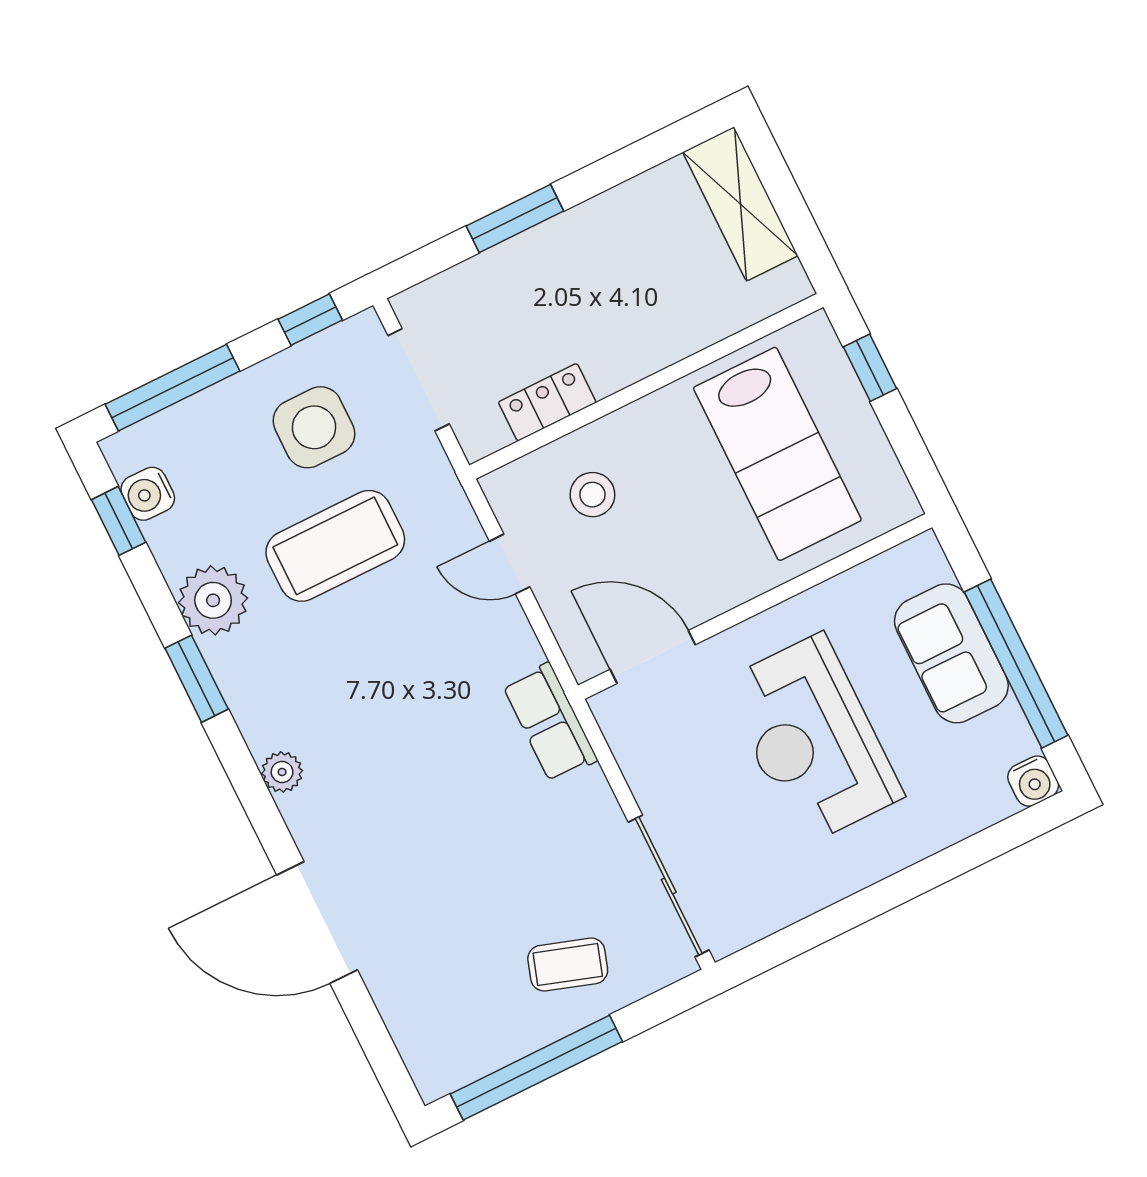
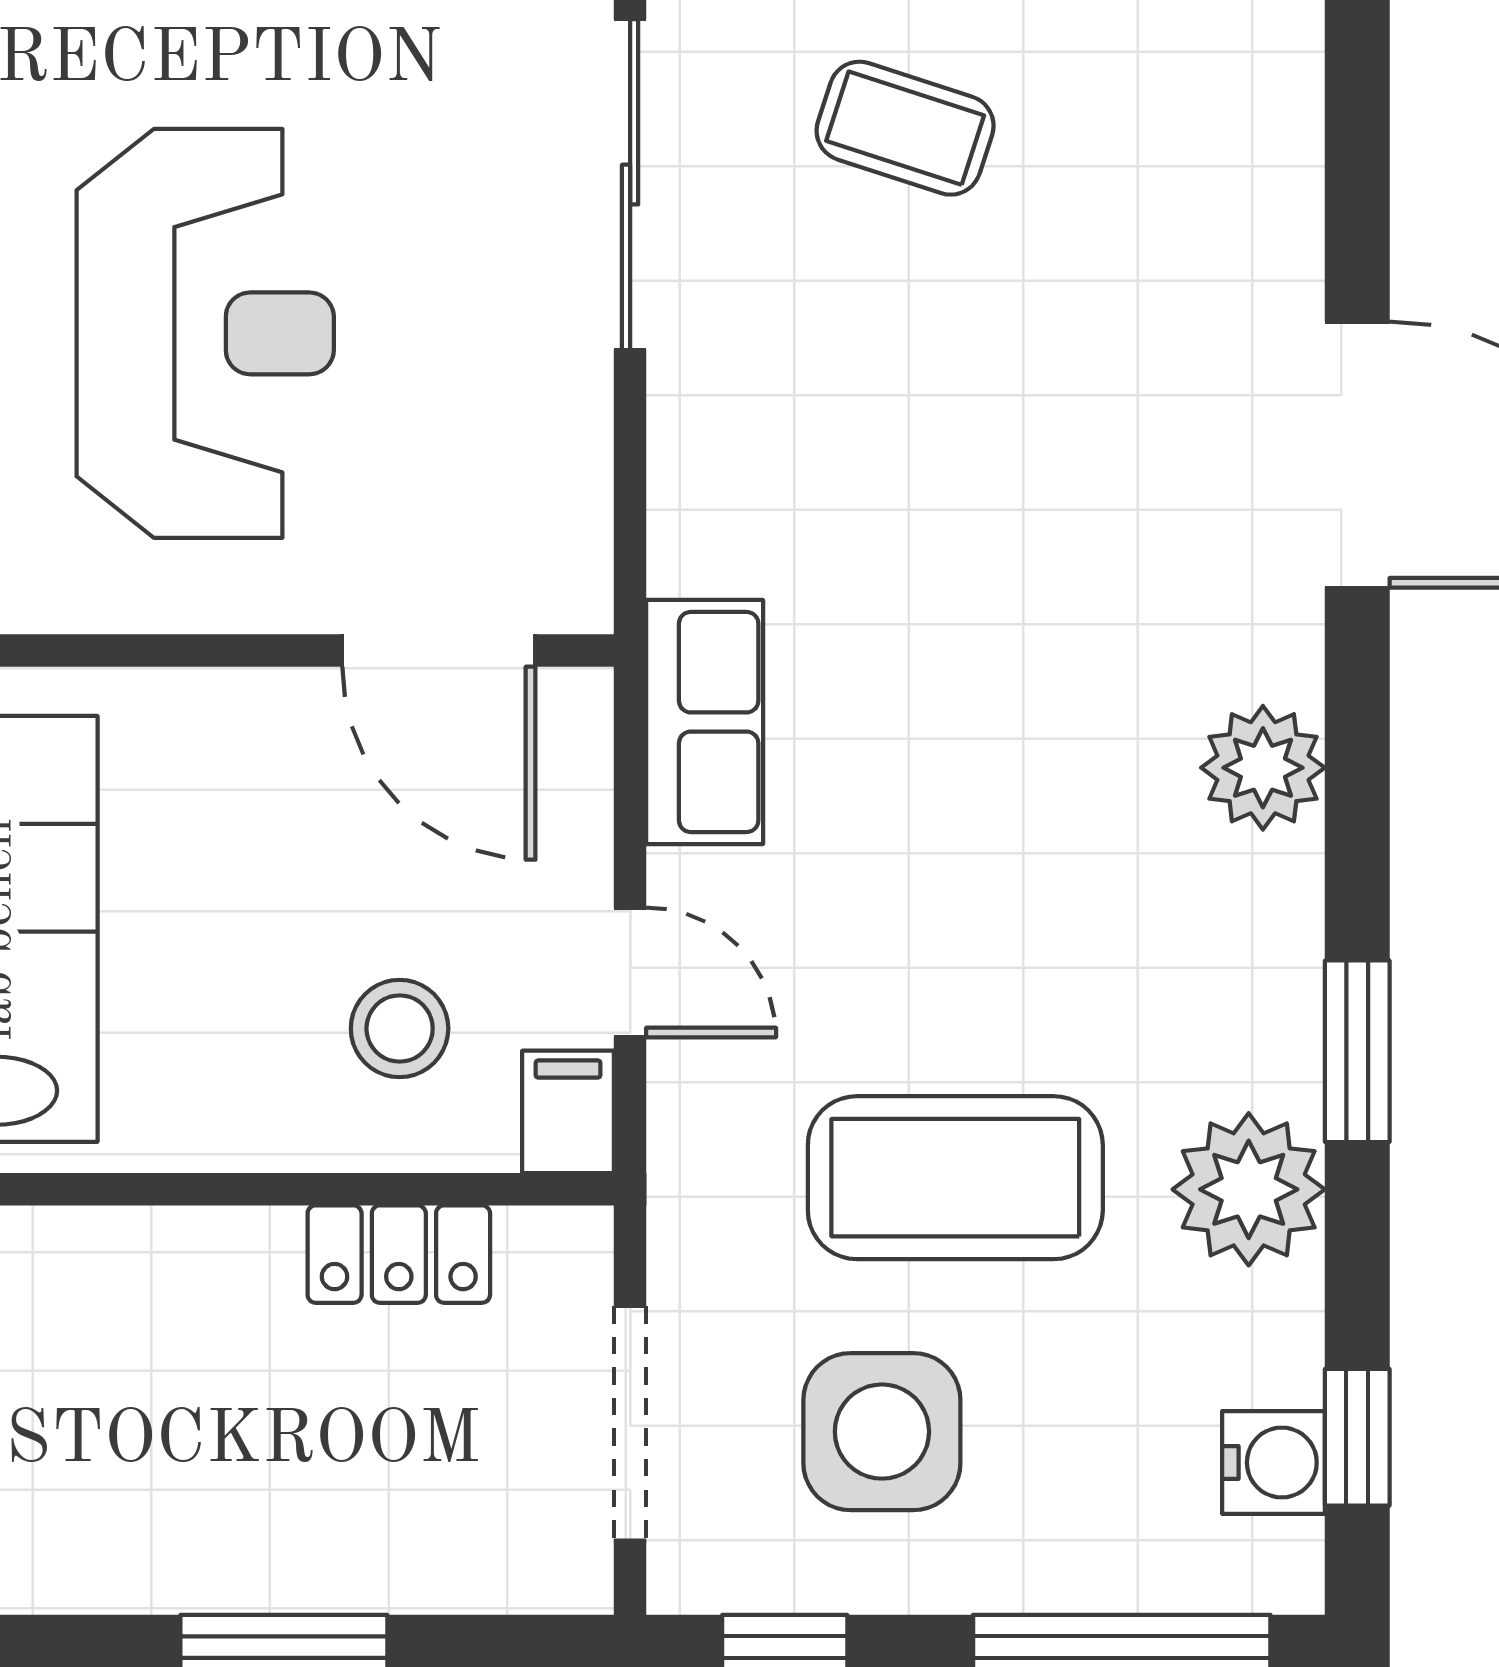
filing cabinet: (507, 495) -> (568, 1112), added
row of seats: (550, 723) -> (705, 722), moved
plant: (282, 772) -> (1263, 768), width x1.38, depth x1.38

